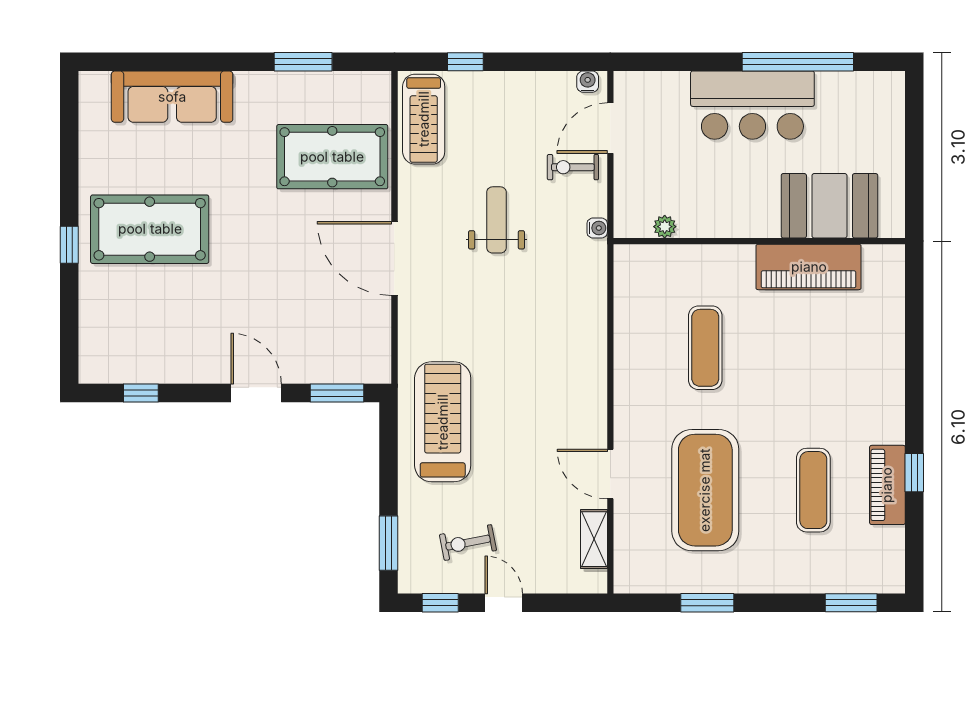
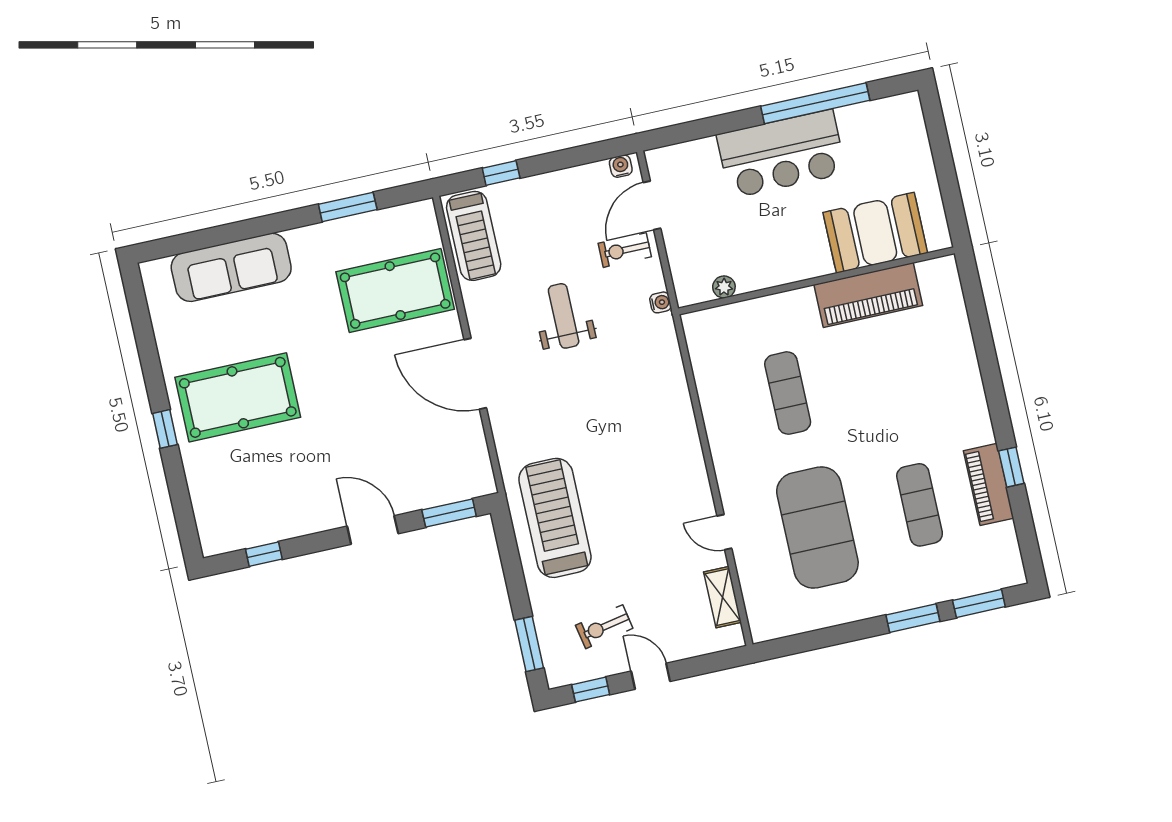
door: (610, 474) -> (724, 532), width x0.73
window: (707, 603) -> (913, 618), moved

